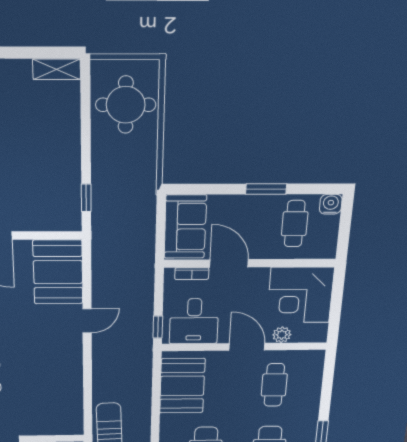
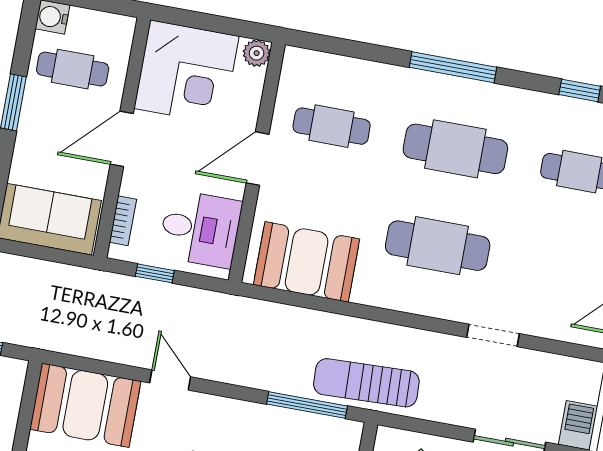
door: (229, 263) -> (122, 139), moved
window: (158, 327) -> (155, 273), moved
plant: (282, 335) -> (257, 53), moved
window: (88, 402) -> (307, 405), added

